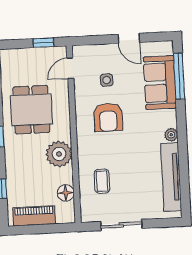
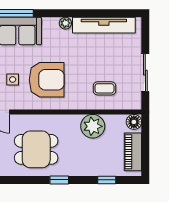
armchair: (108, 117) -> (47, 80), width x1.36, depth x1.36
plant: (59, 154) -> (93, 126), moved
floor lamp: (66, 193) -> (134, 122), moved

